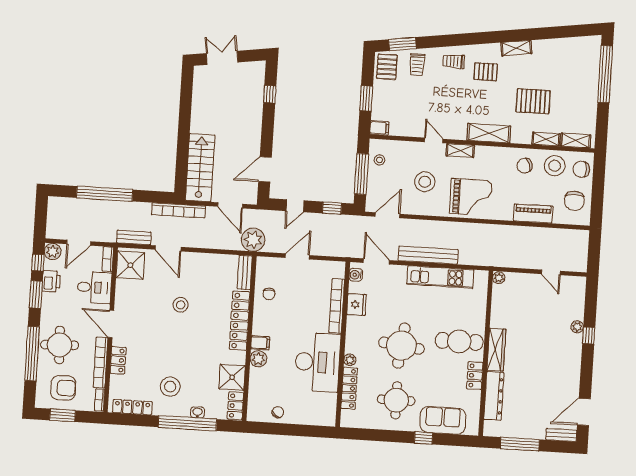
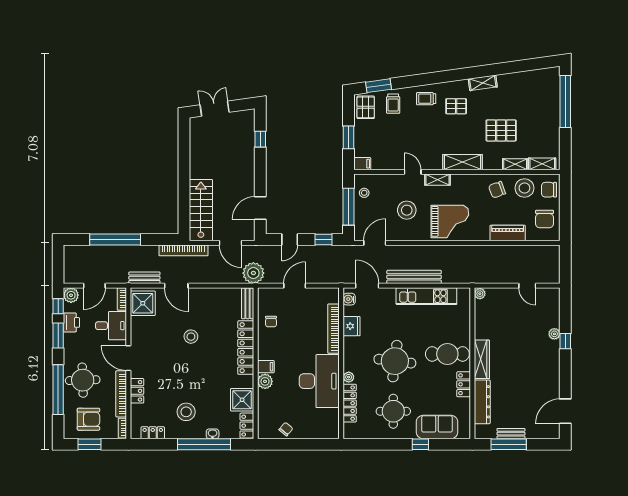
locker: (132, 407) -> (153, 433), width x0.66
bench: (561, 435) -> (511, 434), moved

